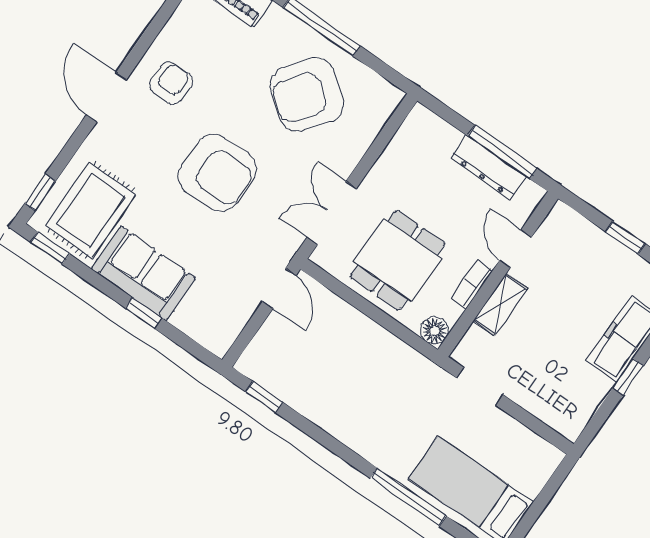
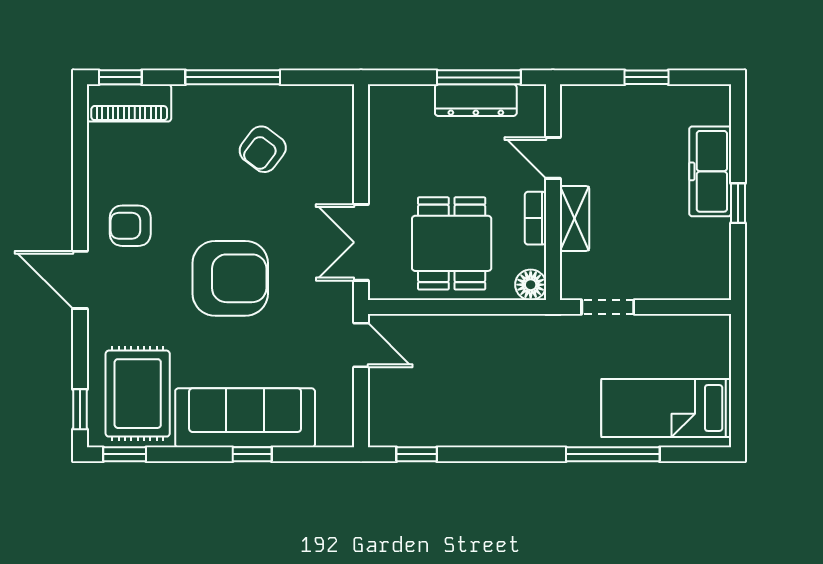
armchair: (171, 83) -> (130, 226), turned -90
armchair: (307, 95) -> (263, 149), width x0.53, depth x0.53
sofa: (144, 273) -> (245, 418), width x1.36

